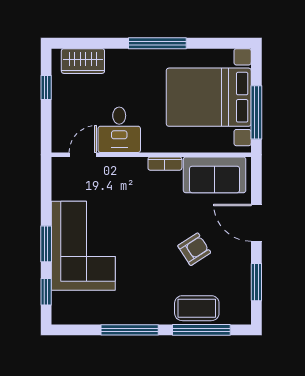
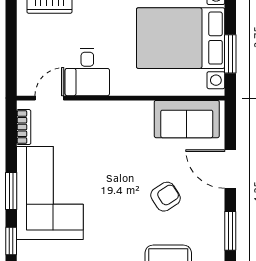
window: (46, 88) -> (11, 28), removed
window: (256, 112) -> (230, 54), width x0.69
bookcase: (165, 164) -> (24, 127), moved, turned -90

